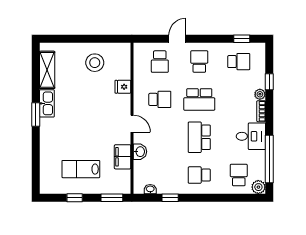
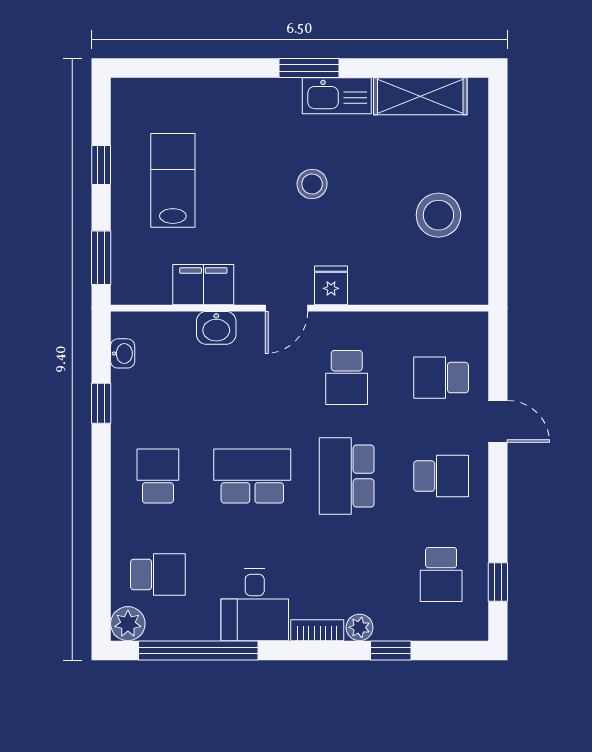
fridge: (123, 87) -> (331, 285), moved
stool: (82, 113) -> (312, 184), added

